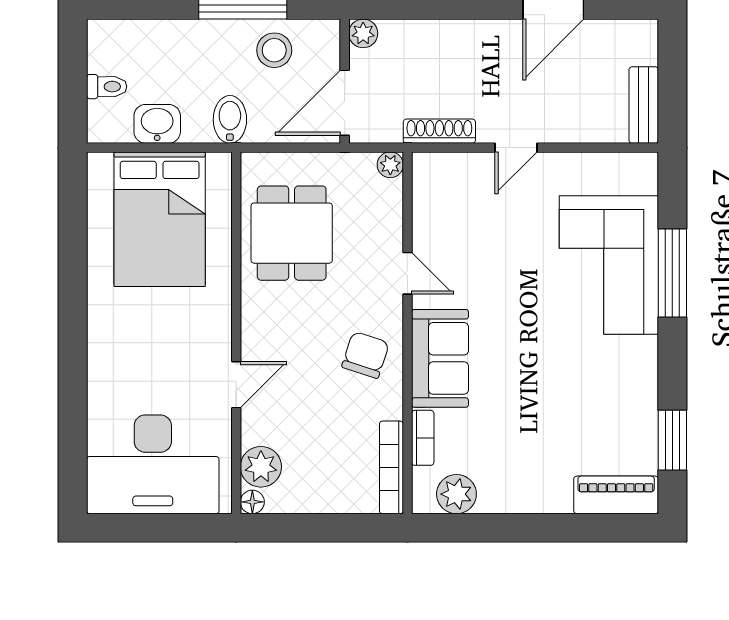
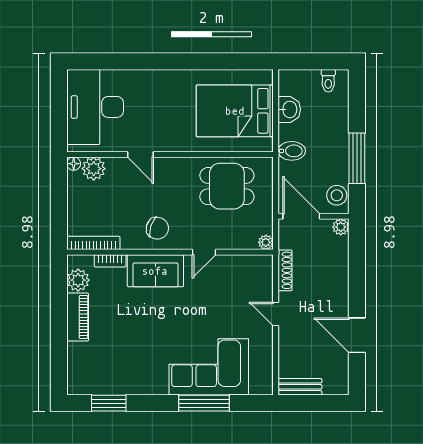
stool: (274, 50) -> (337, 195), moved
toilet: (107, 87) -> (328, 81), moved
piano: (616, 495) -> (78, 317), moved

